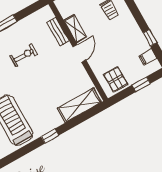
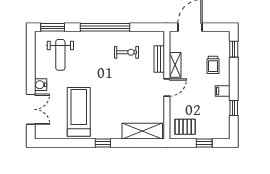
exercise bike: (24, 55) -> (126, 52), moved
filing cabinet: (148, 57) -> (223, 91), moved
pallet: (116, 79) -> (185, 127), turned 90

